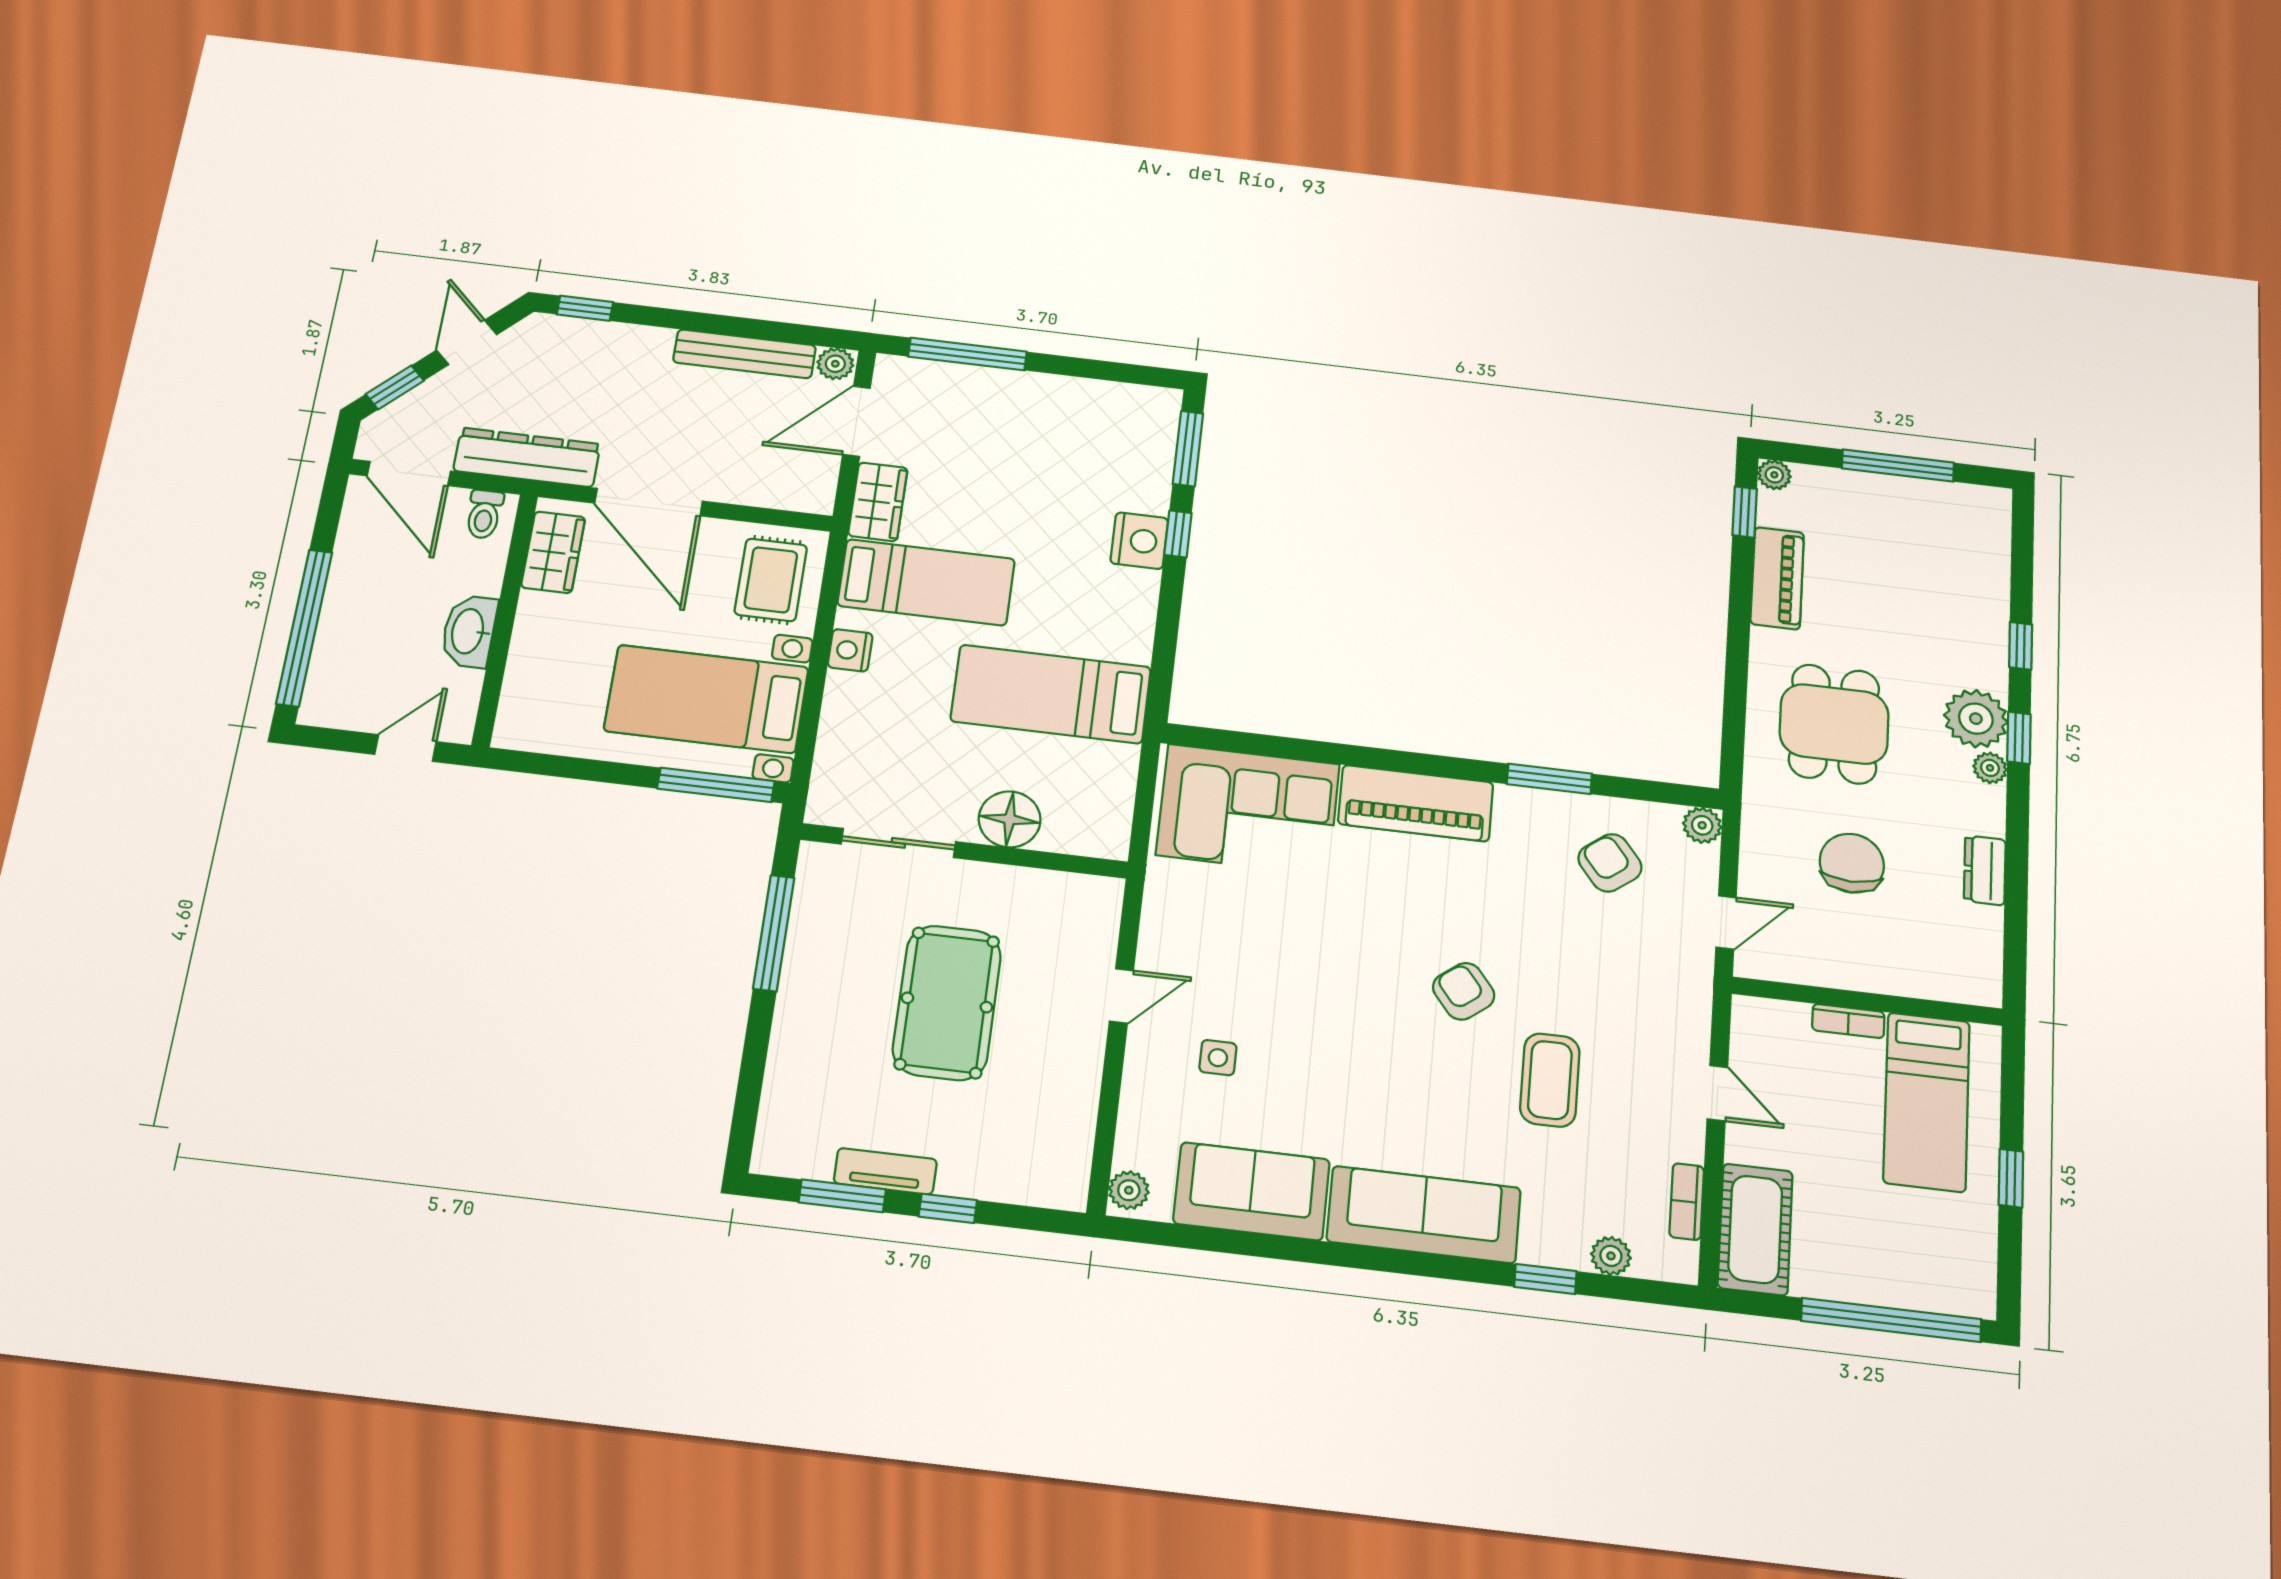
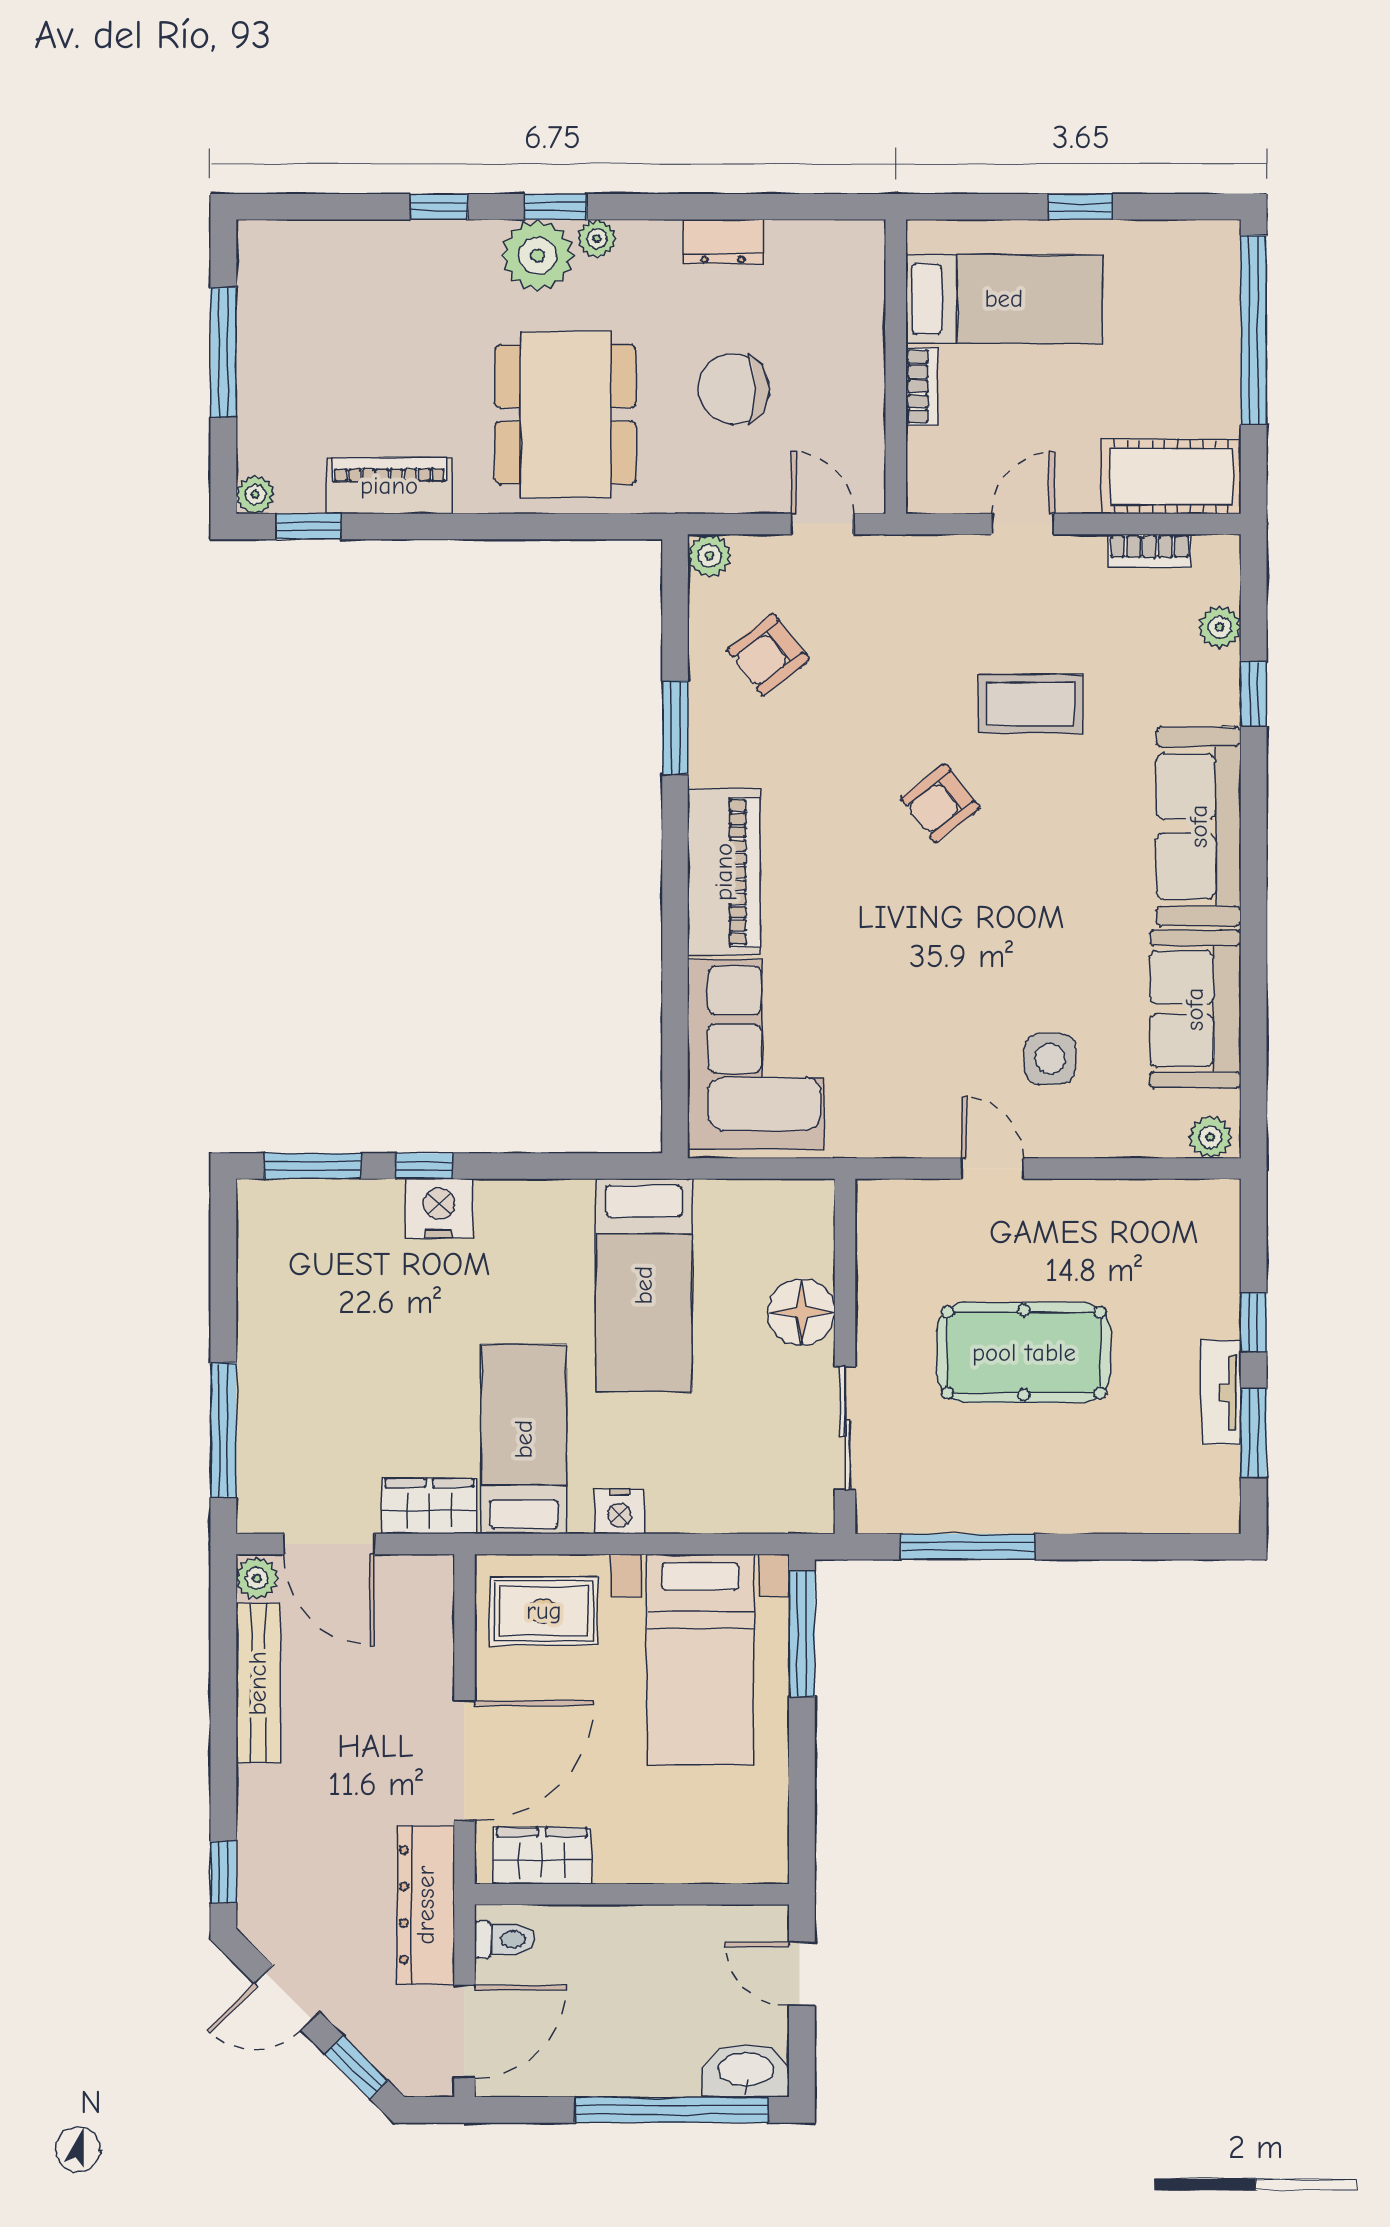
washbasin: (469, 631) -> (746, 2071), moved, turned 180
dining table: (1834, 724) -> (565, 415), width x1.38
side table: (1218, 1058) -> (1050, 1059), width x1.37, depth x1.37

